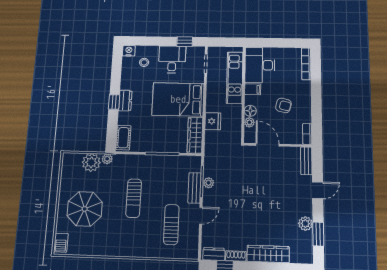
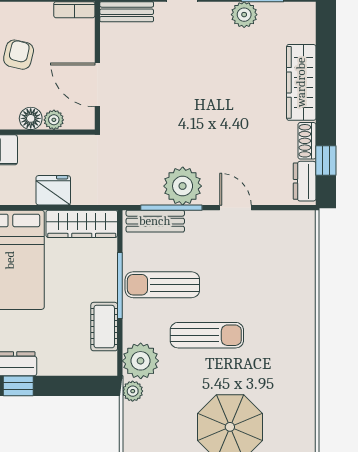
cot: (123, 138) -> (104, 327), moved, turned 90
door: (267, 145) -> (97, 85), hinge flipped
plant: (91, 162) -> (141, 361), moved
plant: (209, 183) -> (183, 186), width x1.88, depth x1.88
bench: (194, 188) -> (155, 221), moved
sun lounger: (171, 225) -> (162, 285), moved

